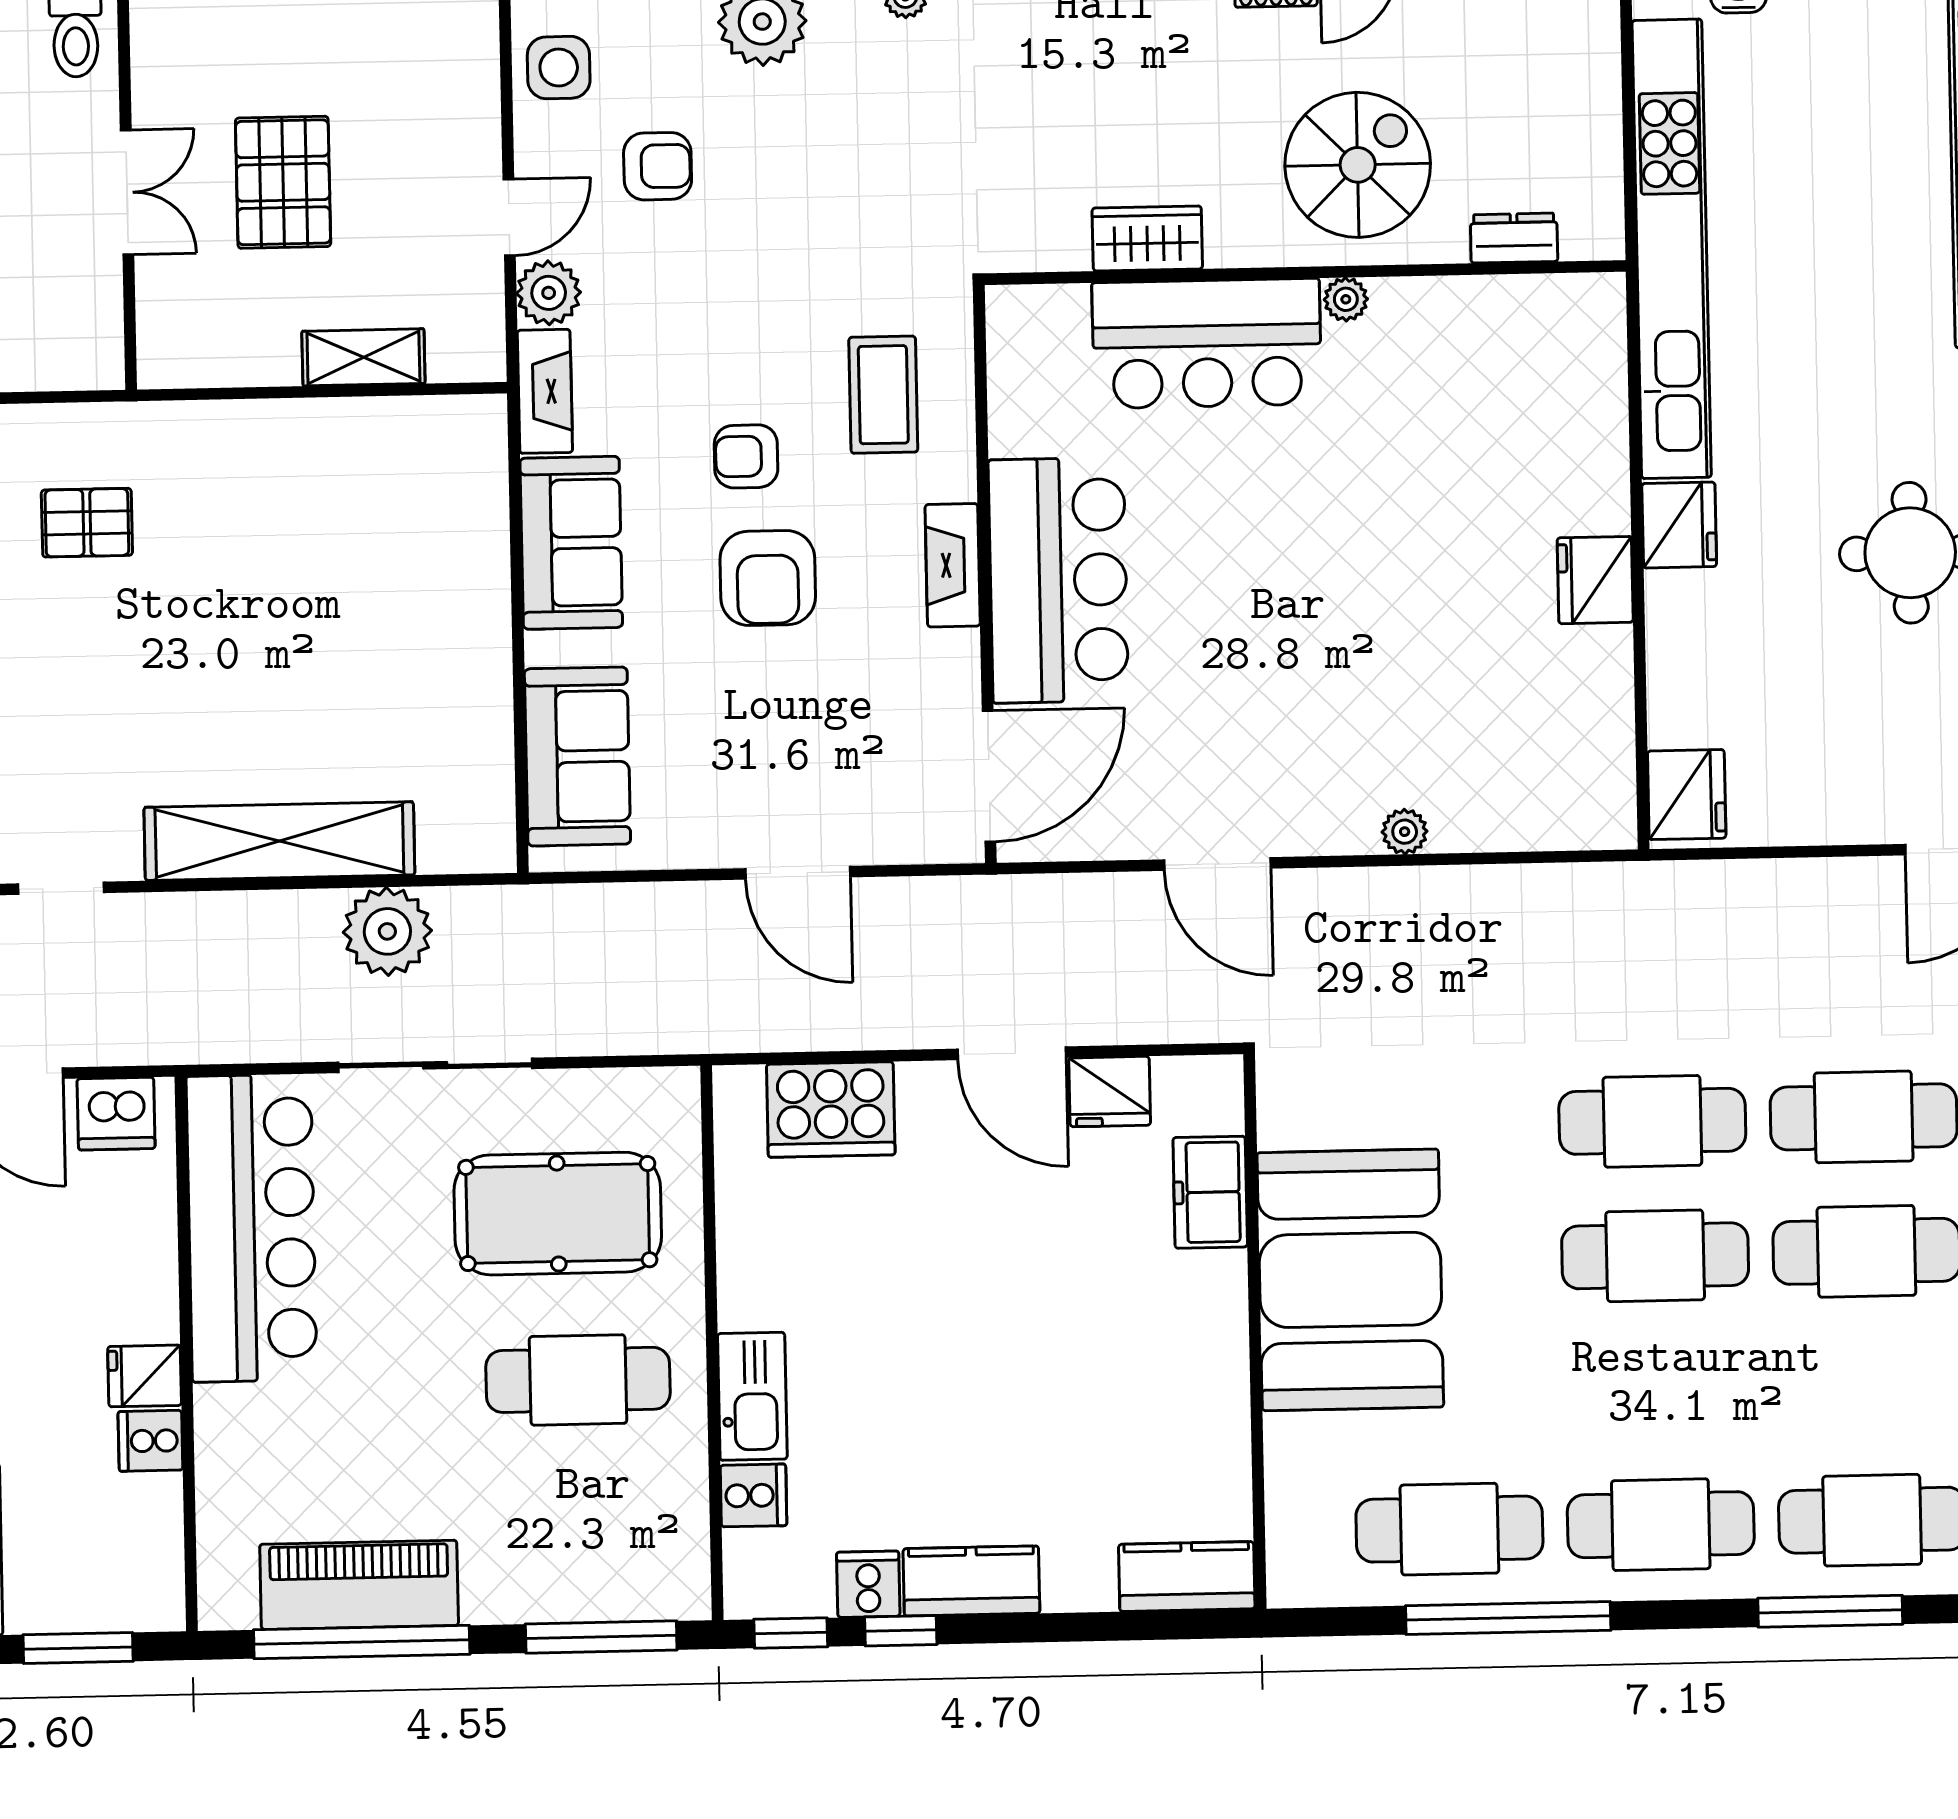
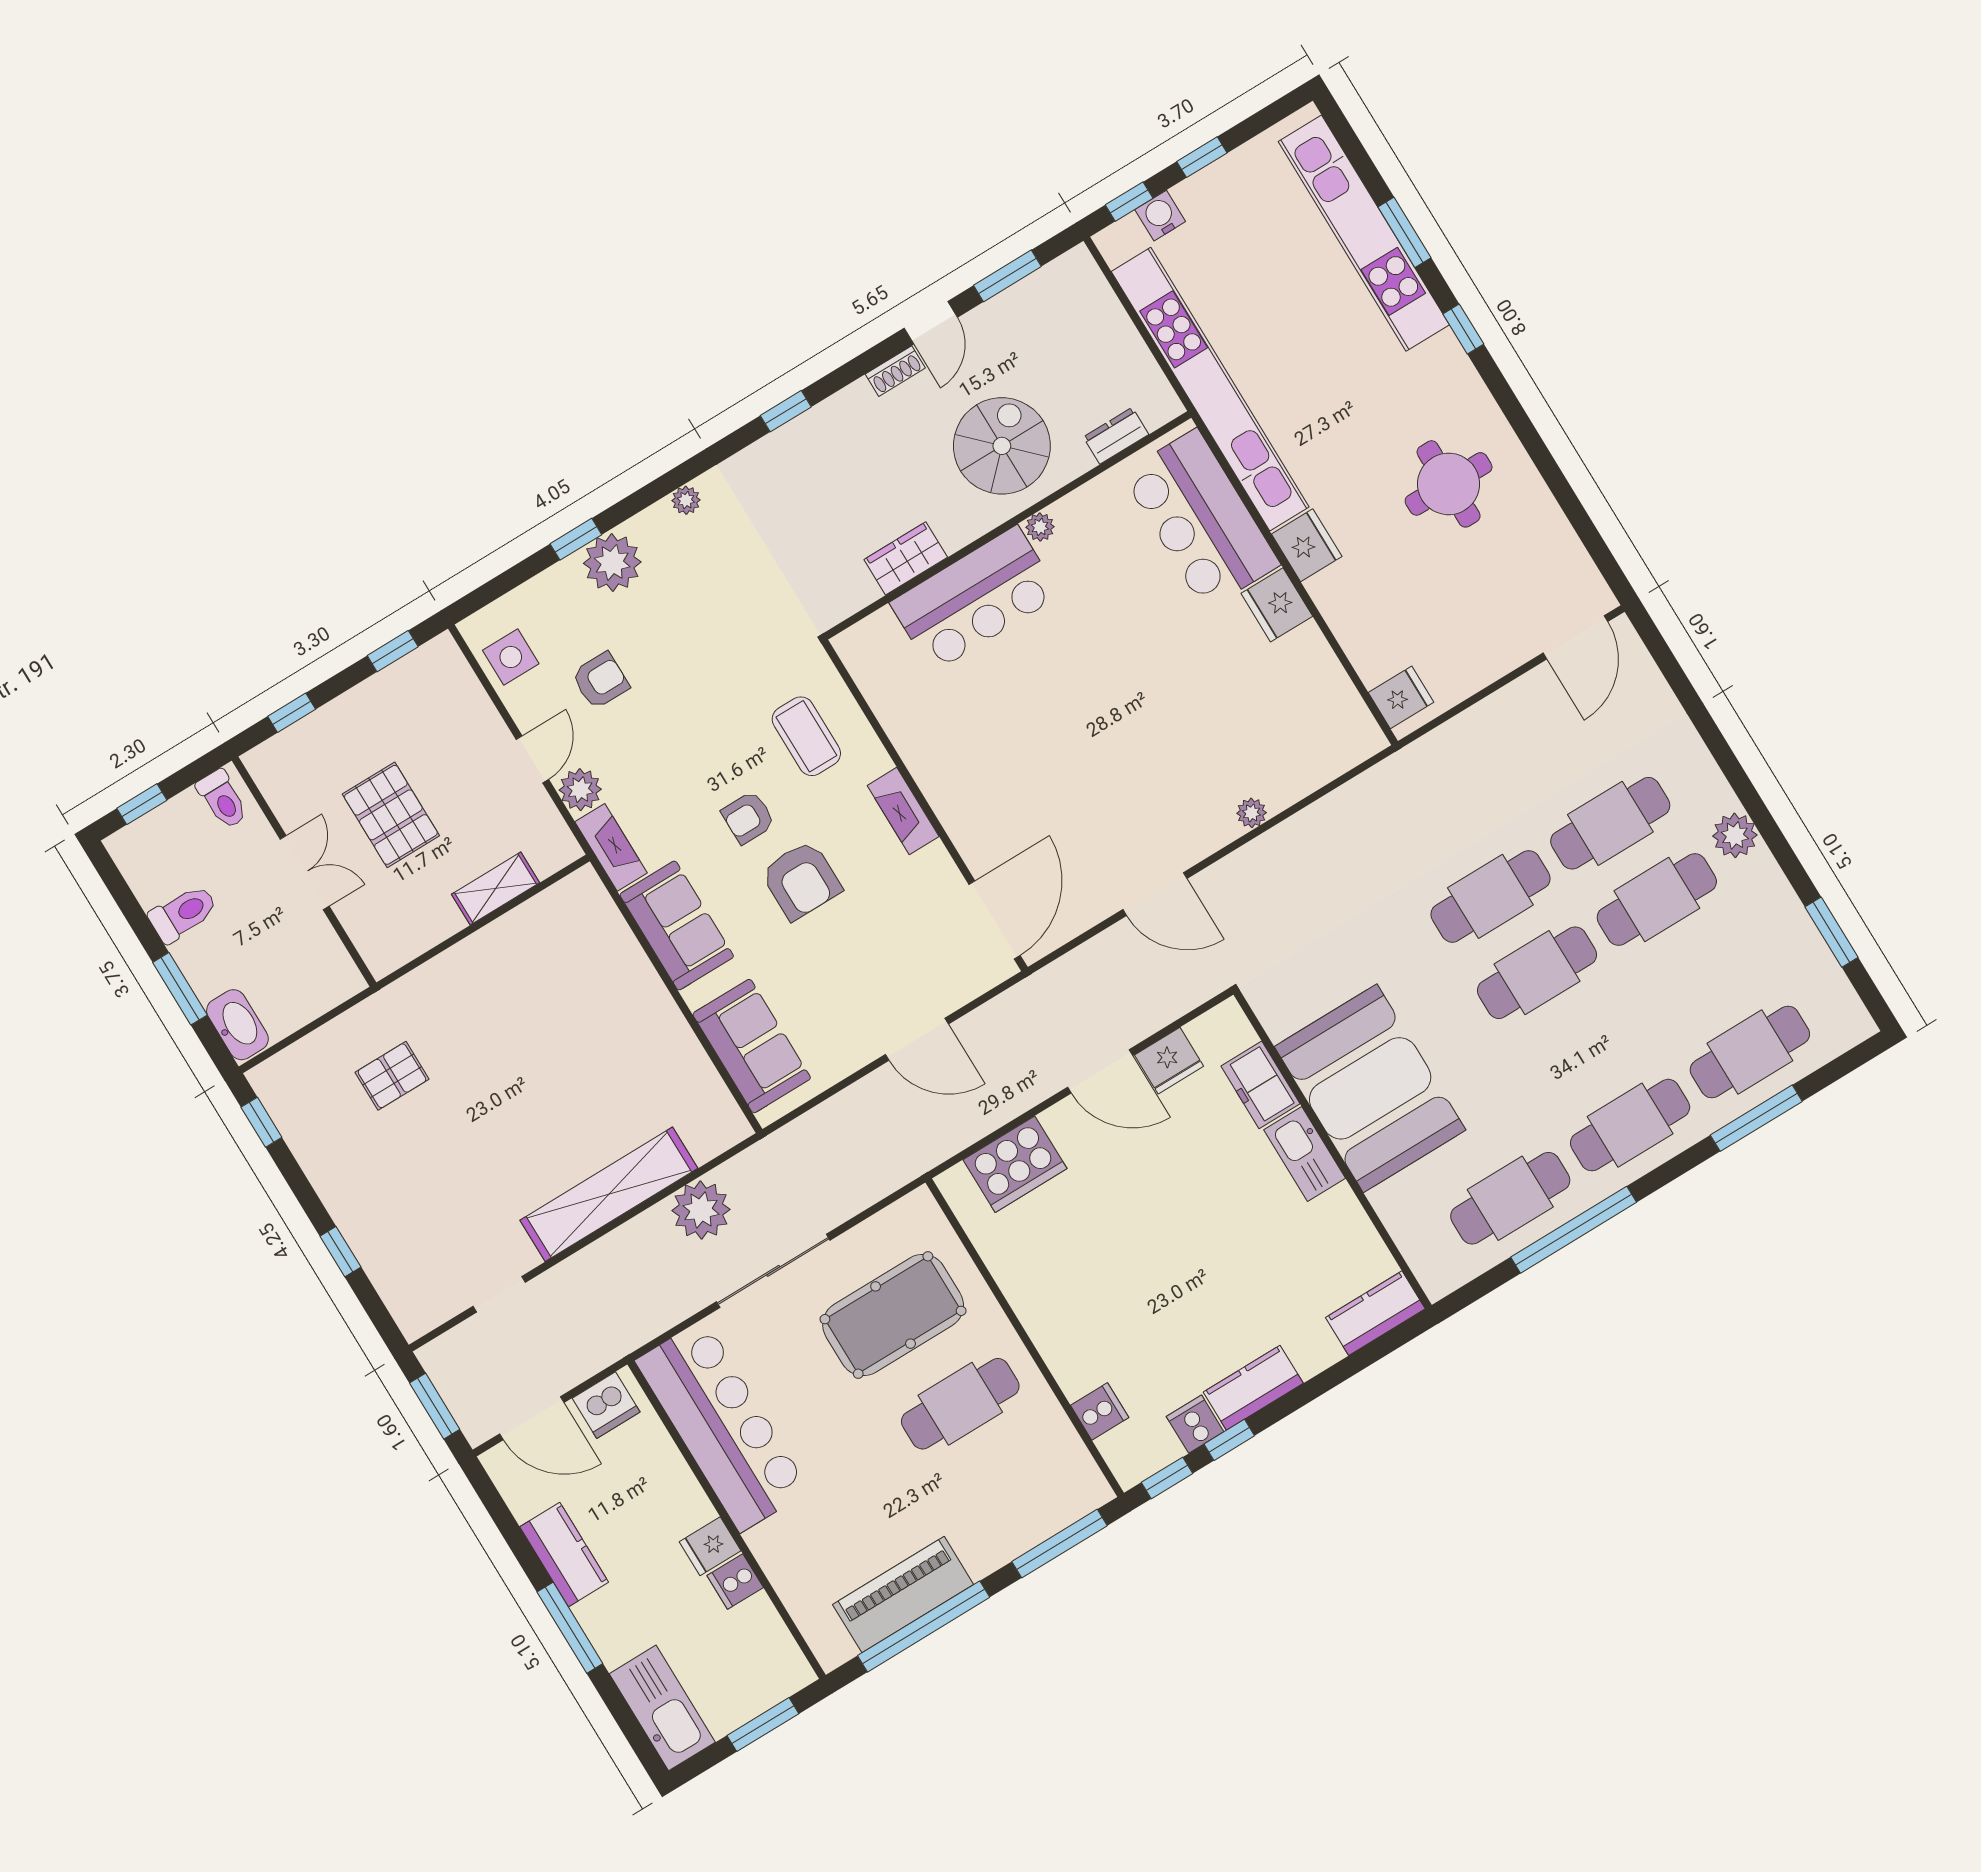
bar counter: (1058, 580) -> (1201, 519), moved, turned 180
fridge: (1687, 795) -> (1401, 697), width x0.72
kitchen sink: (752, 1396) -> (1305, 1154), moved, turned 180

